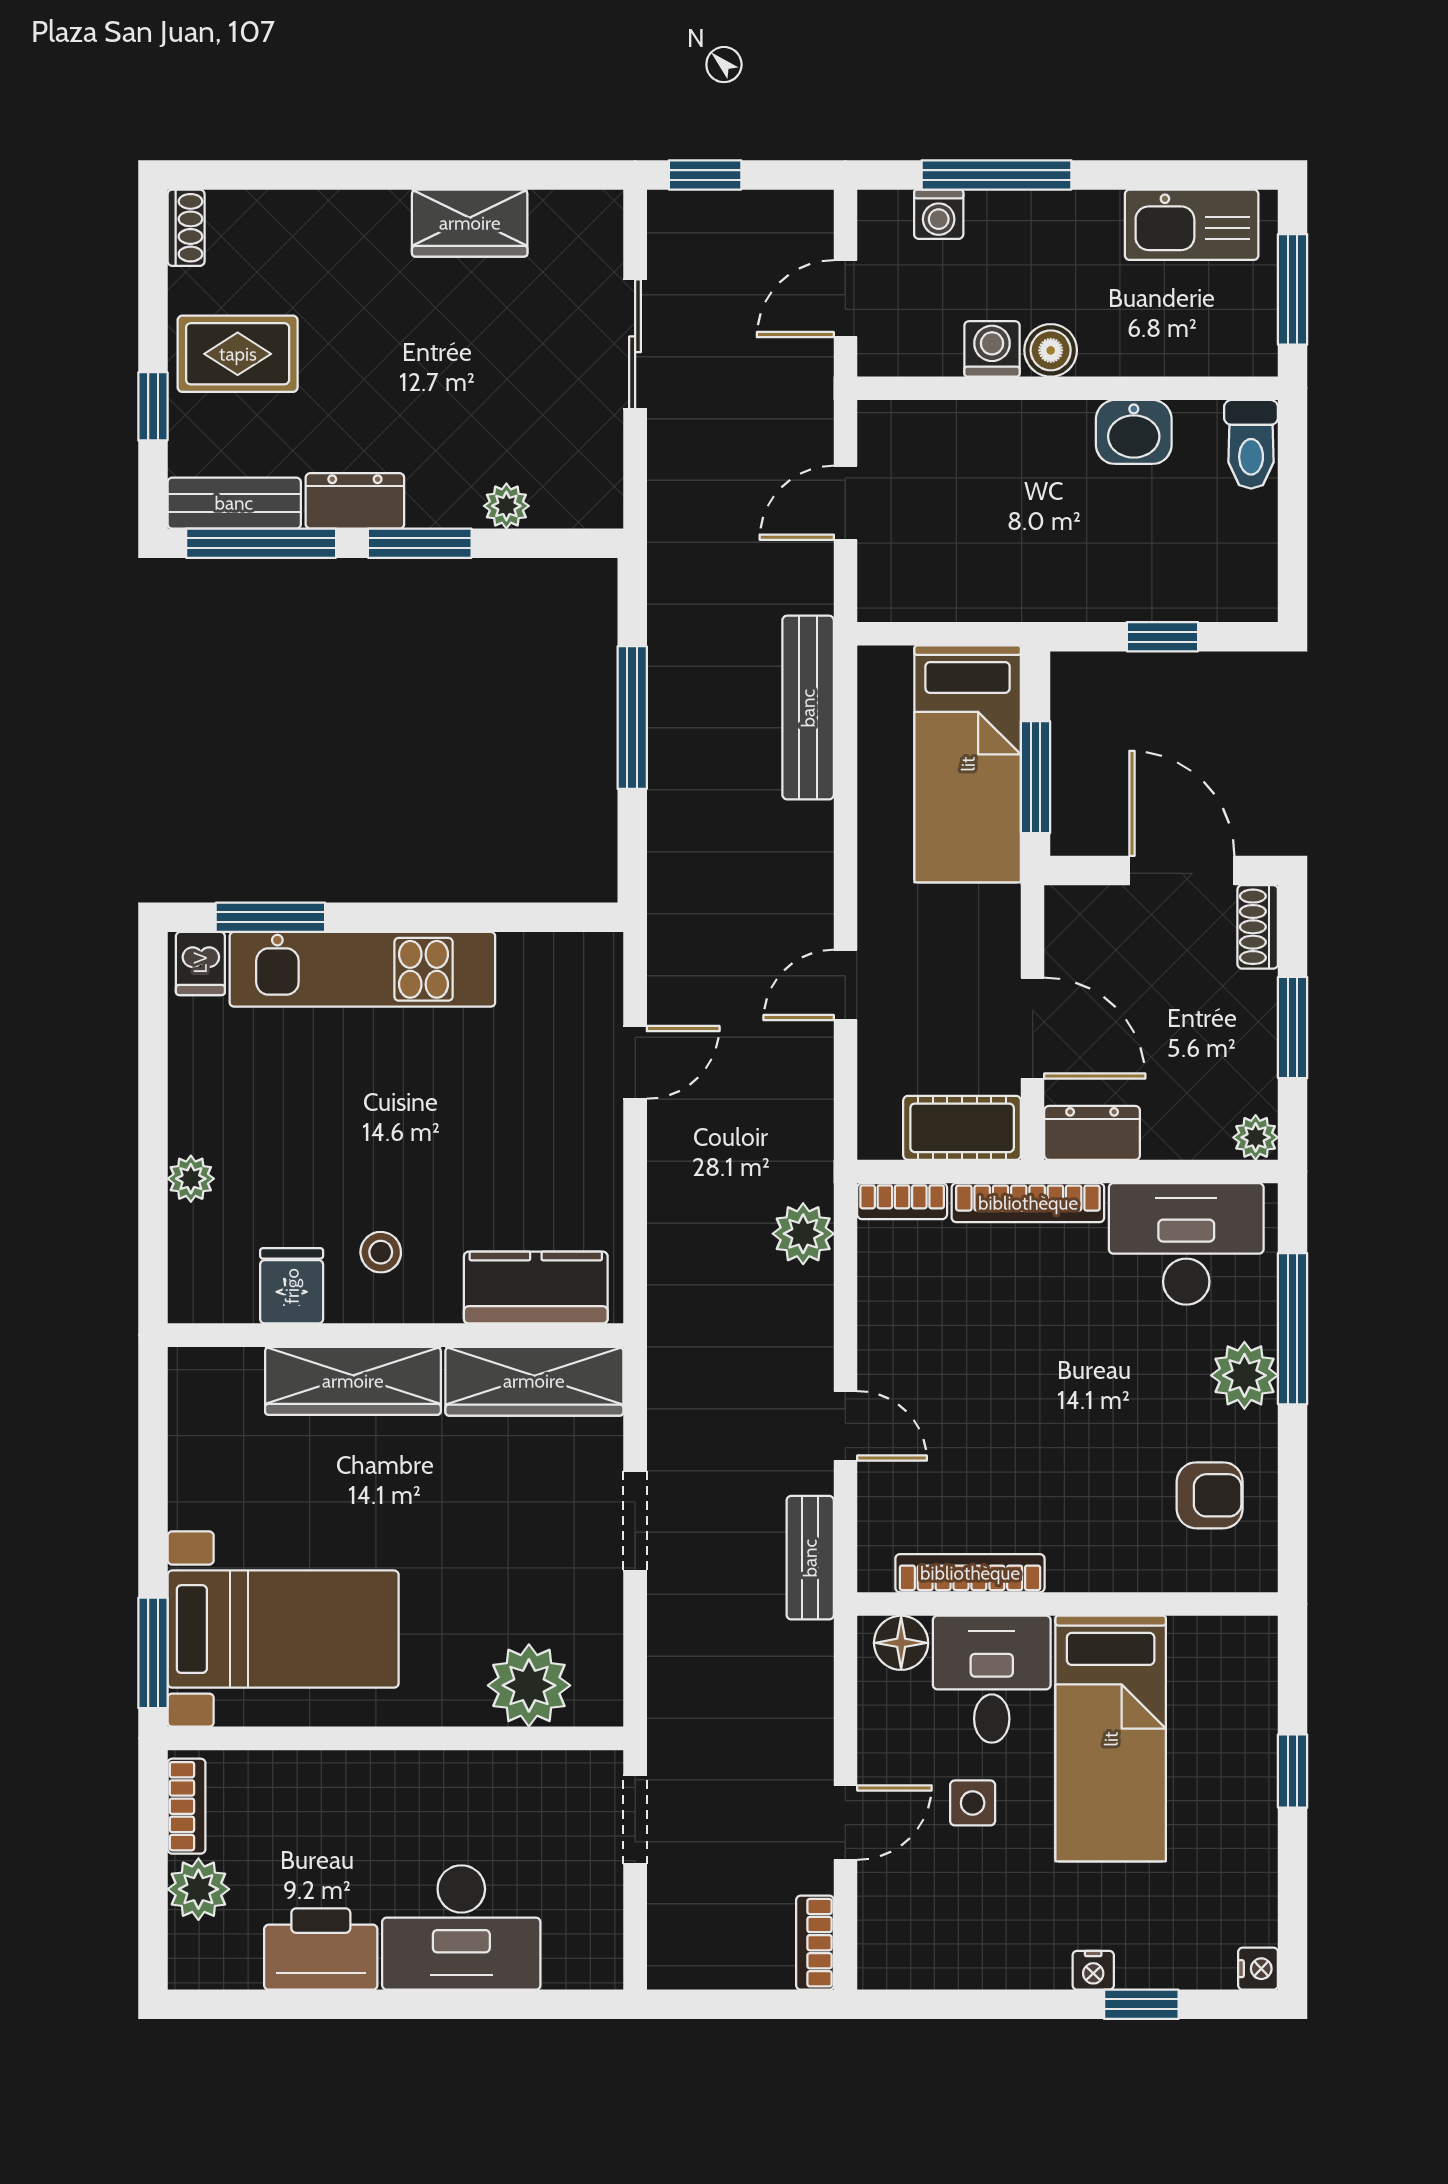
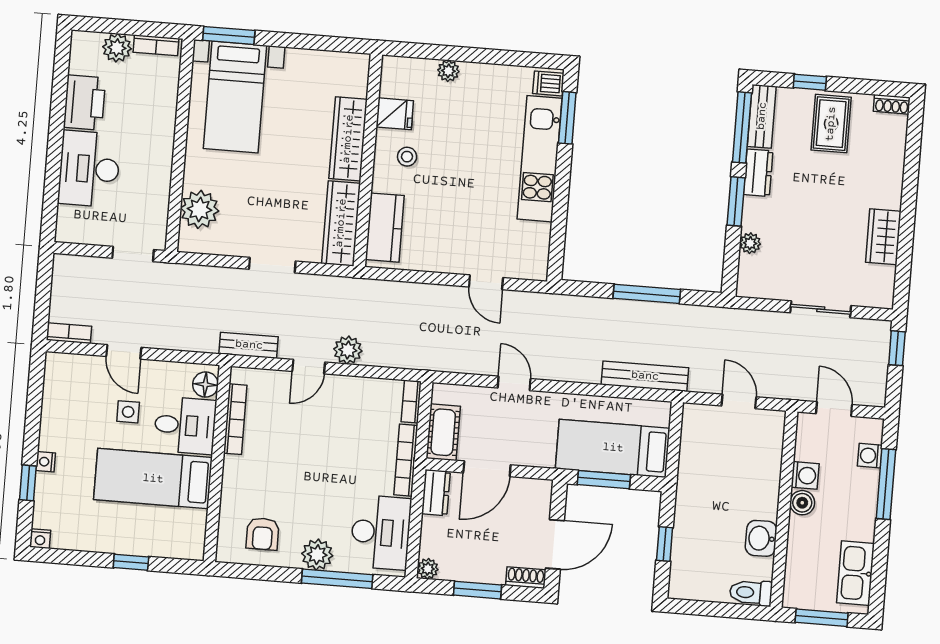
plant: (803, 1234) -> (348, 350), moved

